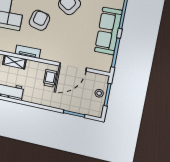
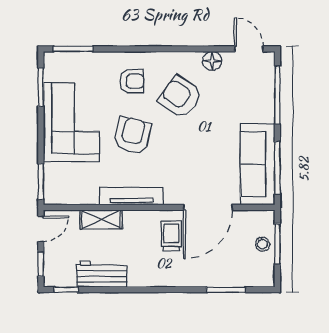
sofa: (108, 31) -> (258, 164), moved
tv unit: (28, 52) -> (131, 196), width x1.41

